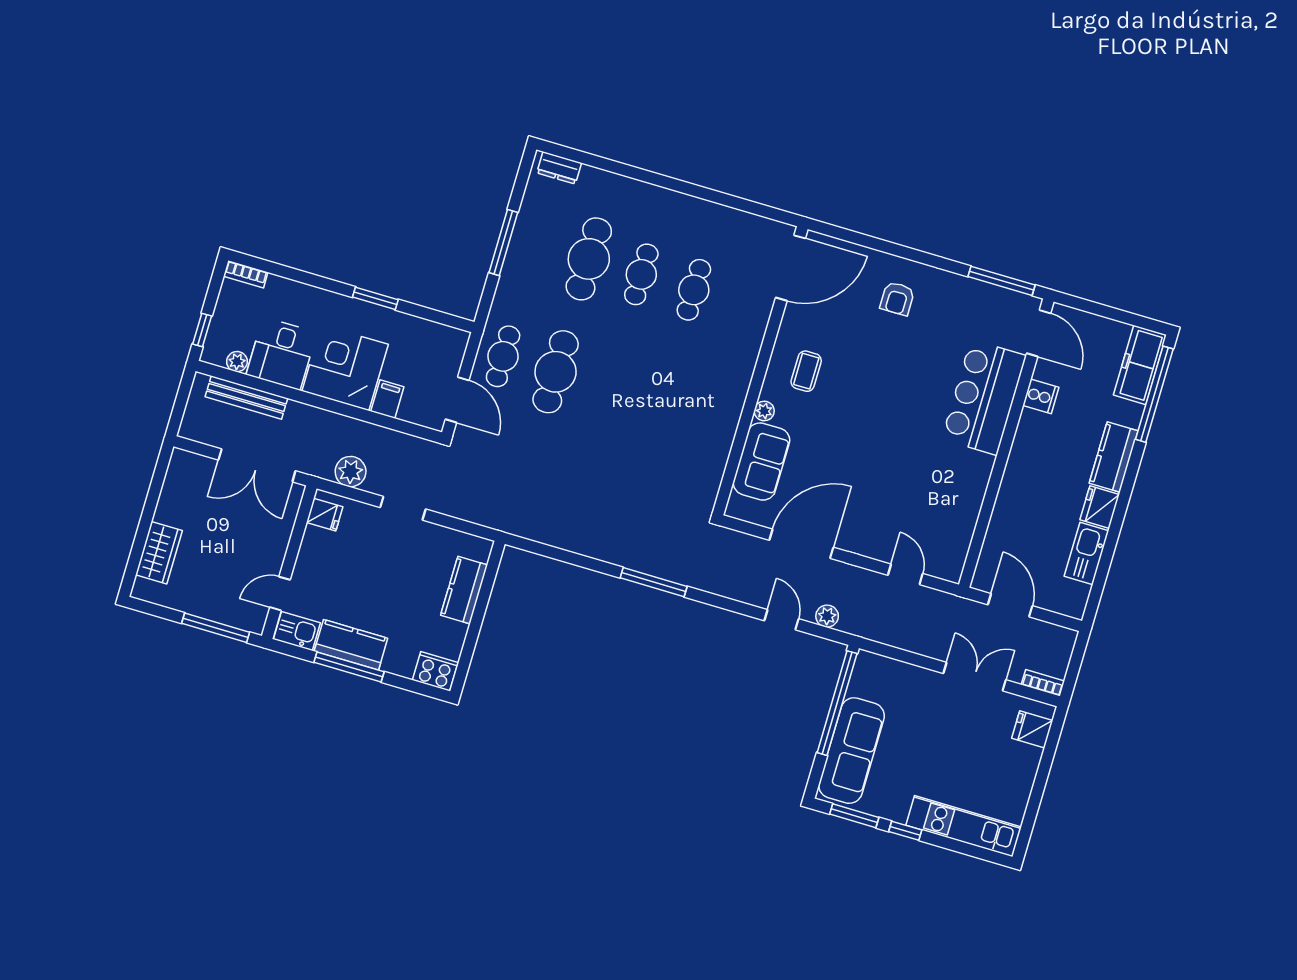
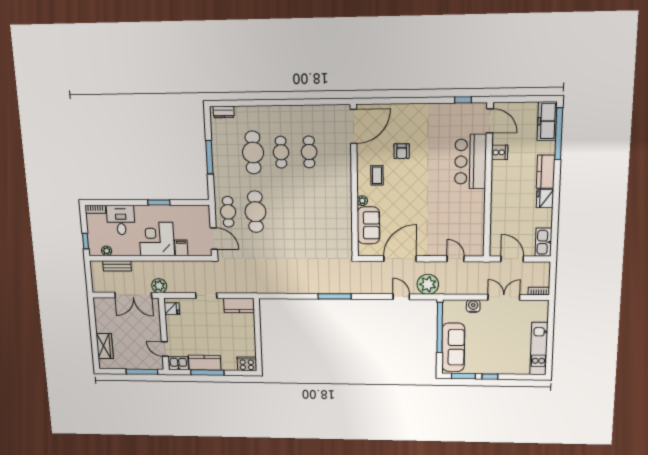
window: (1001, 281) -> (463, 100), width x0.46
armchair: (897, 299) -> (402, 151), moved
desk: (281, 354) -> (121, 220), moved, turned 180
bench: (246, 398) -> (117, 266), width x0.73
plant: (351, 472) -> (159, 286), moved
kitchen sink: (1086, 553) -> (543, 242), moved
kitchen counter: (464, 590) -> (239, 306), moved, turned -90
door: (280, 594) -> (165, 349), hinge flipped
plant: (827, 616) -> (428, 284), width x1.87, depth x1.87
water cooler: (913, 677) -> (473, 306), added
fridge: (1032, 729) -> (539, 314), removed
kitchen unit: (964, 826) -> (539, 349), moved, turned -90

